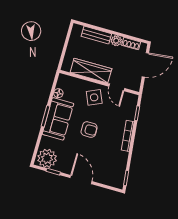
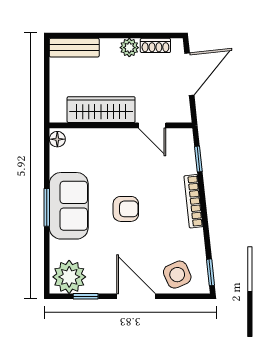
bench: (96, 35) -> (74, 48), moved
floor lamp: (58, 93) -> (57, 139), moved
side table: (94, 97) -> (177, 275), moved

